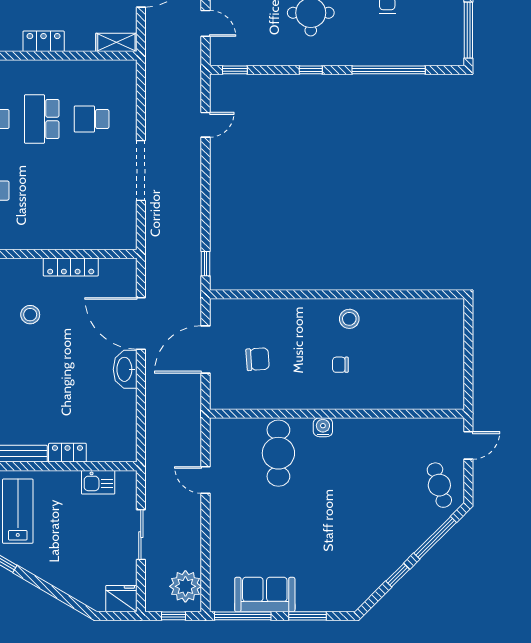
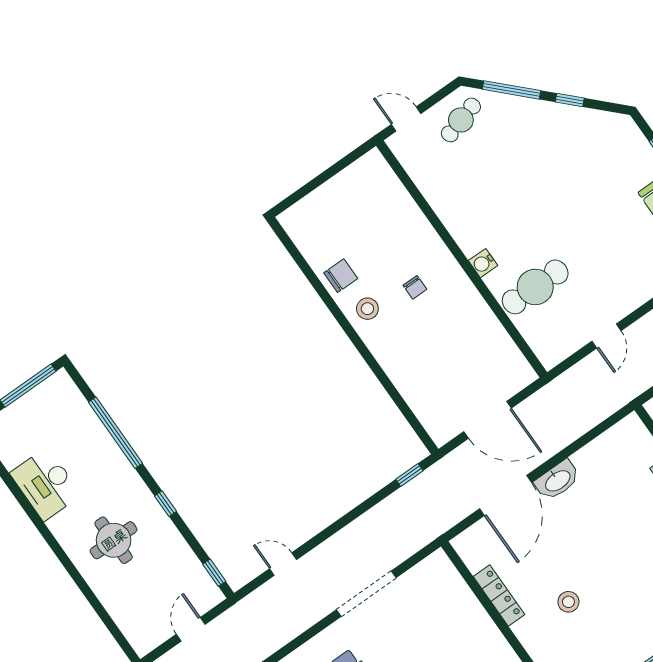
chair: (258, 359) -> (341, 276), moved, turned 94

